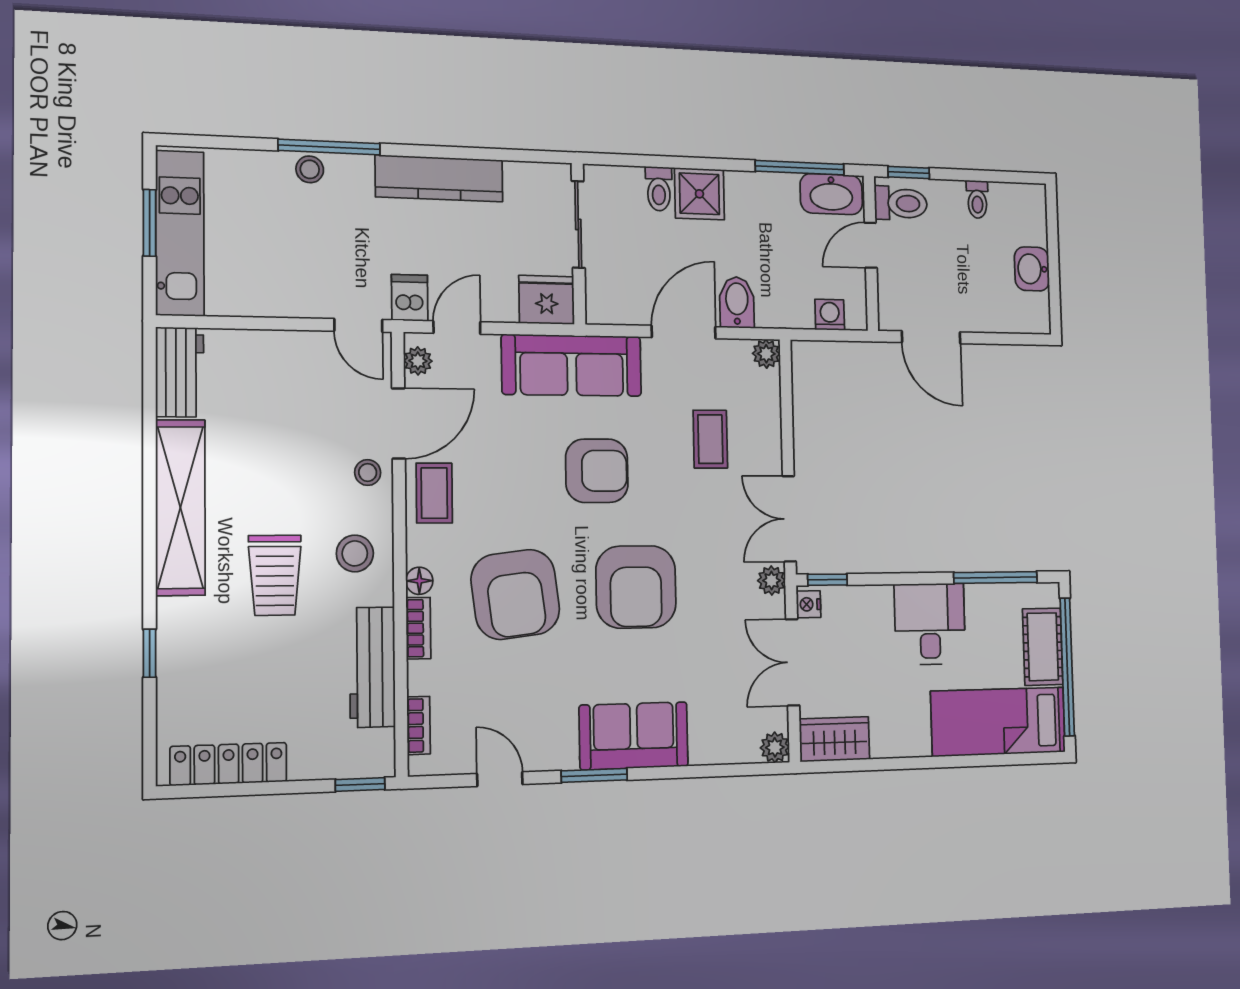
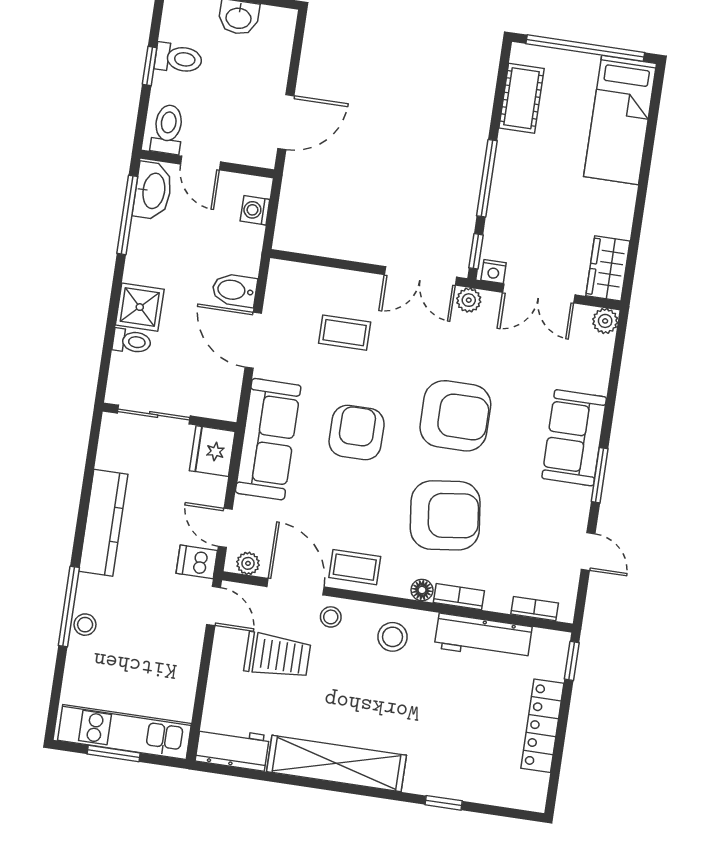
window: (909, 173) -> (150, 66), moved
toilet: (977, 199) -> (178, 58), width x1.37, depth x1.39
door: (358, 325) -> (214, 606), hinge flipped
plant: (766, 354) -> (281, 272), removed
trolley: (275, 575) -> (277, 656), moved
window: (996, 578) -> (487, 178), moved
desk: (930, 624) -> (528, 167), removed
cot: (1043, 647) -> (522, 98), moved, turned 90
locker: (229, 764) -> (542, 726), moved
door: (500, 779) -> (588, 551), swing flipped

